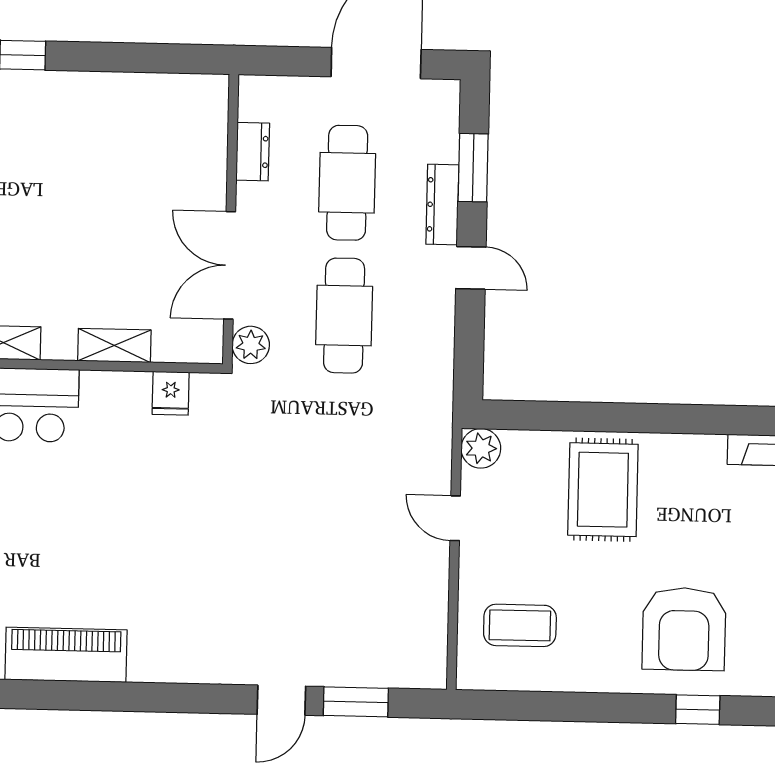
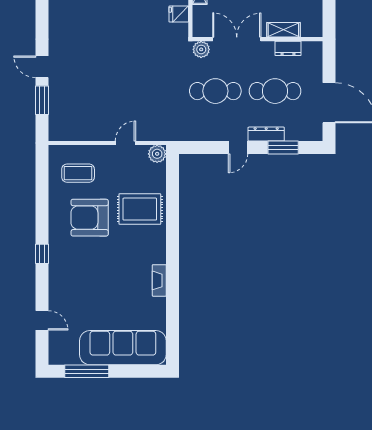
shelving: (211, 161) -> (283, 30), added
coffee table: (520, 625) -> (78, 173), turned 90
armchair: (684, 629) -> (90, 218), moved

